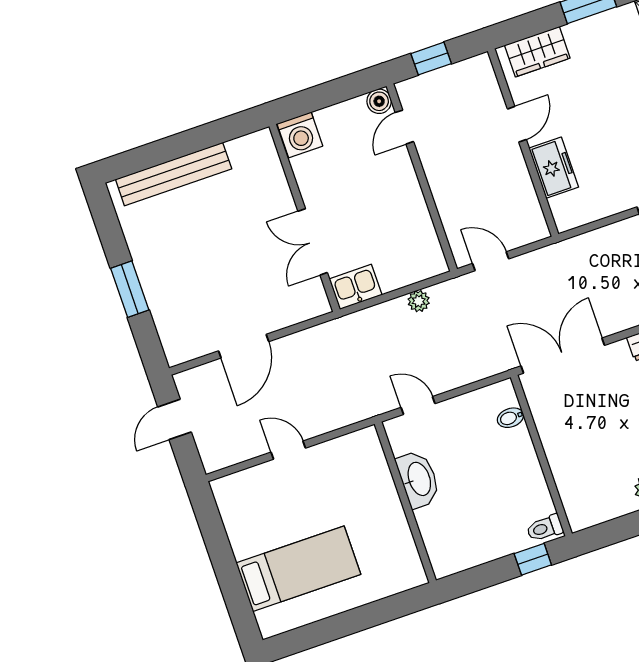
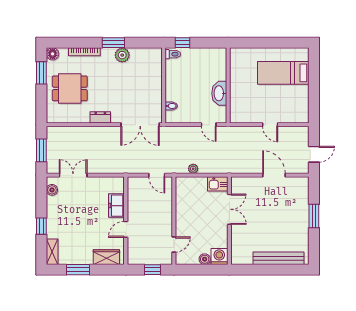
boiler: (379, 101) -> (205, 259), moved
door: (244, 346) -> (274, 175), hinge flipped

